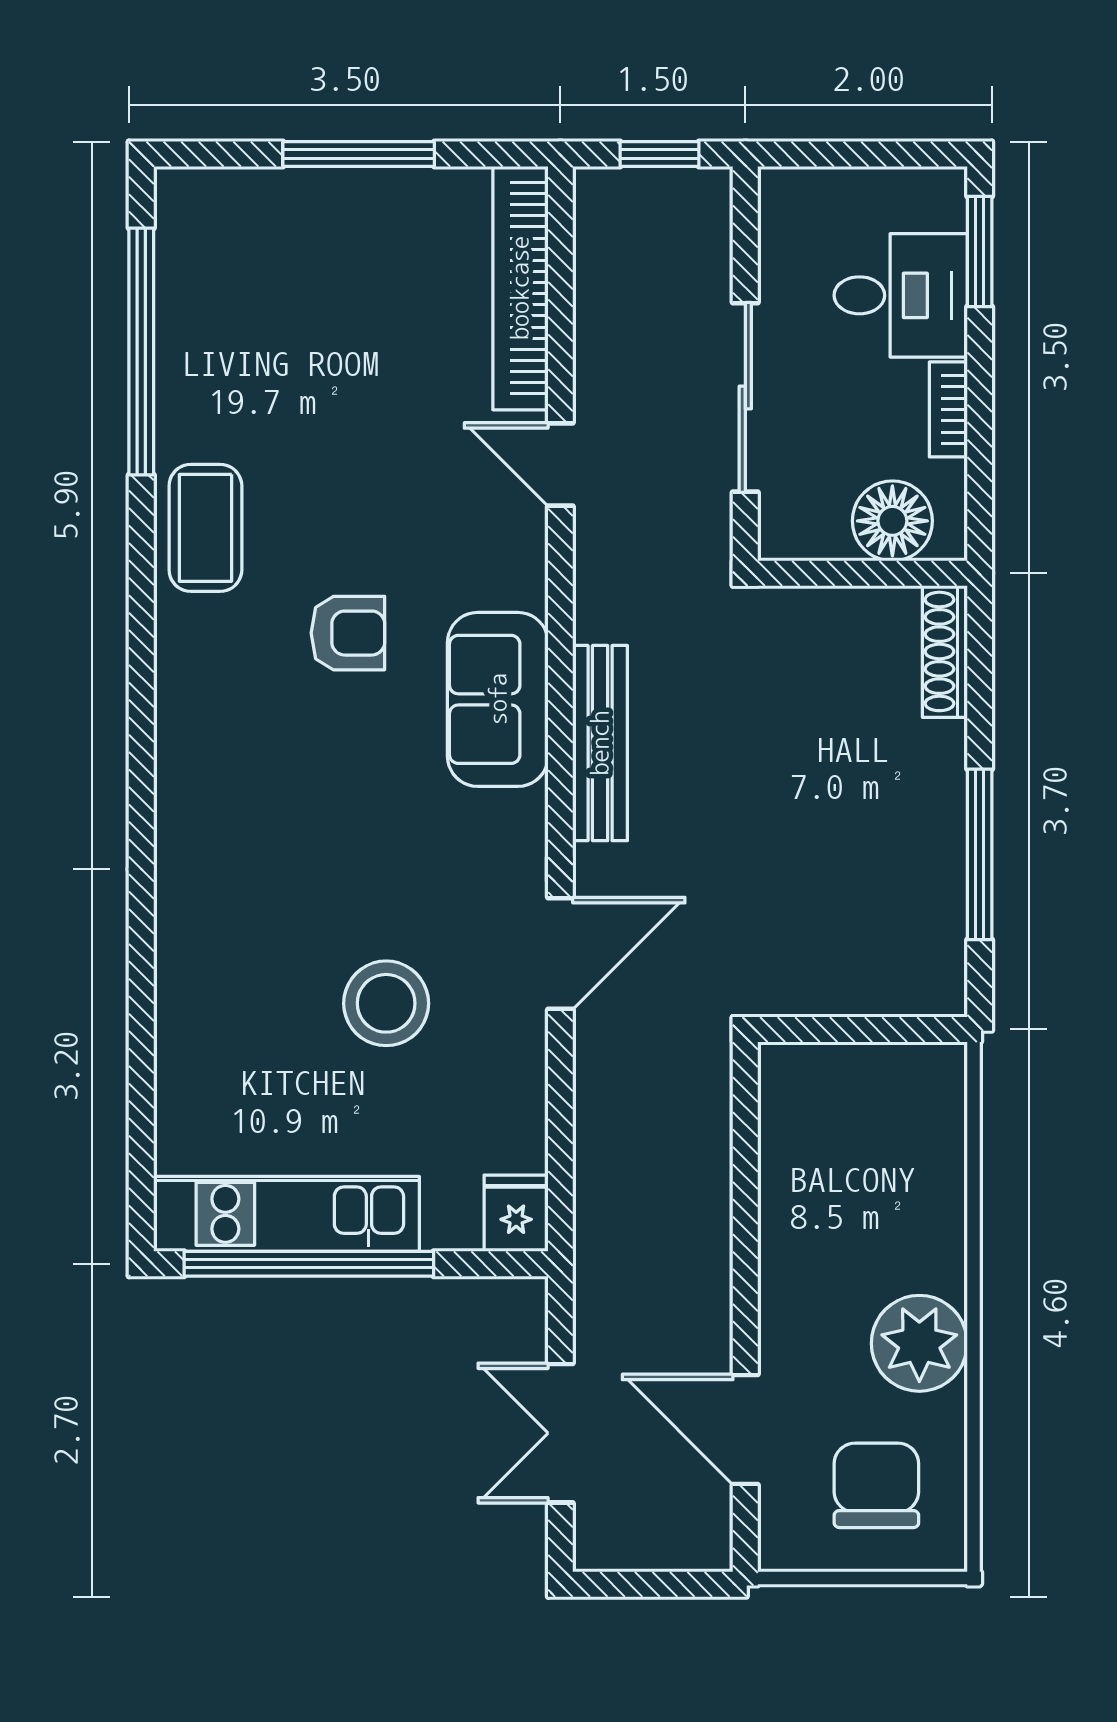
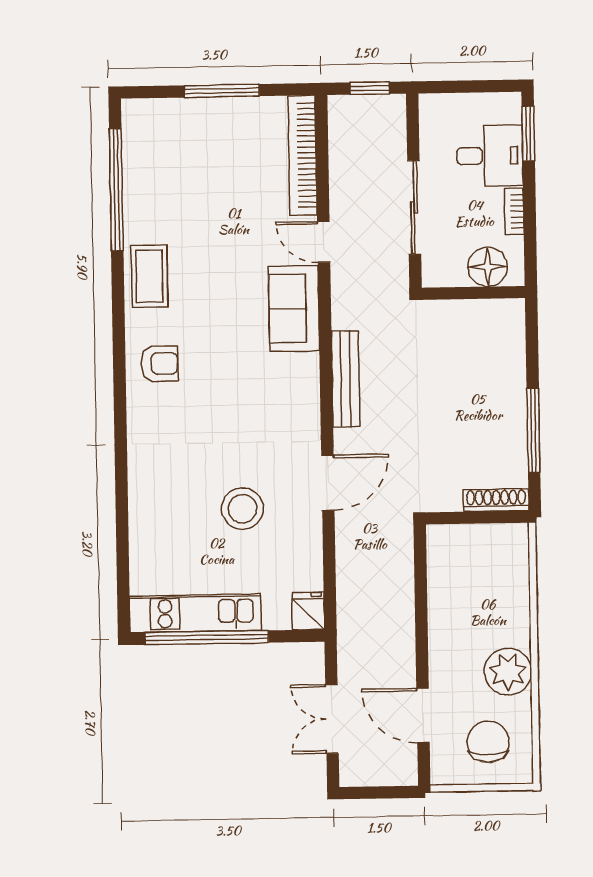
armchair: (348, 633) -> (159, 364), moved
shoe rack: (945, 651) -> (496, 500), moved, turned 90
sofa: (498, 699) -> (294, 309), moved

